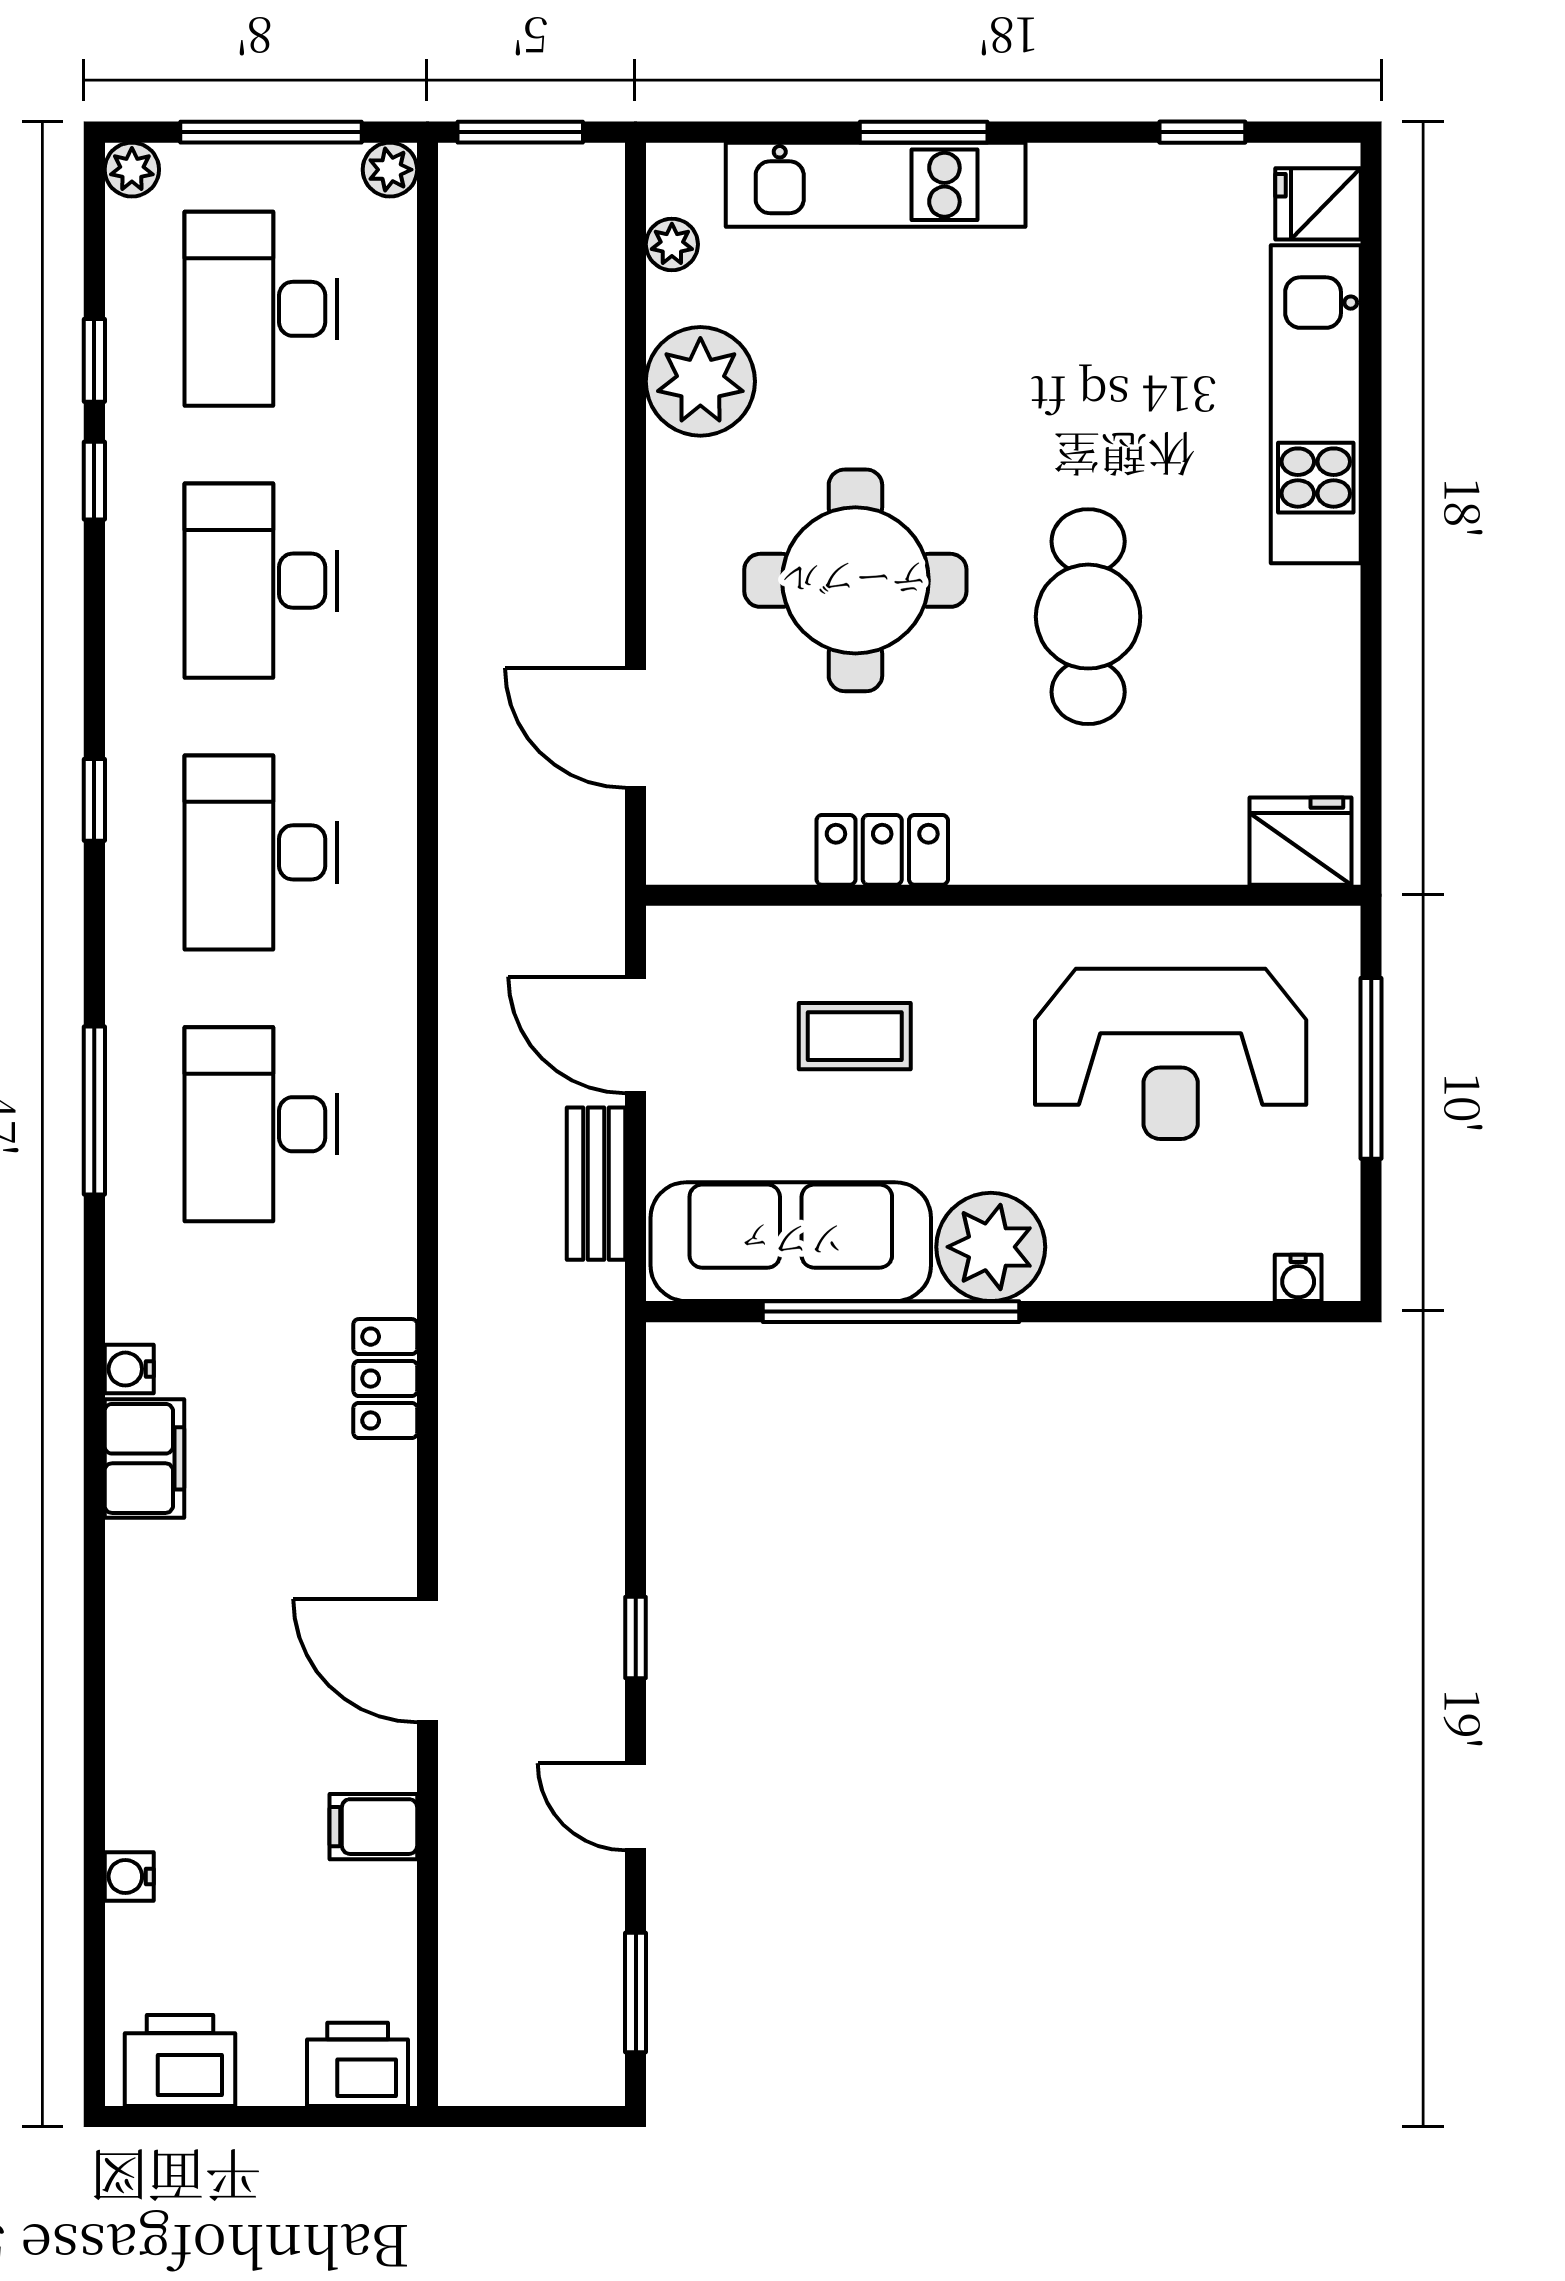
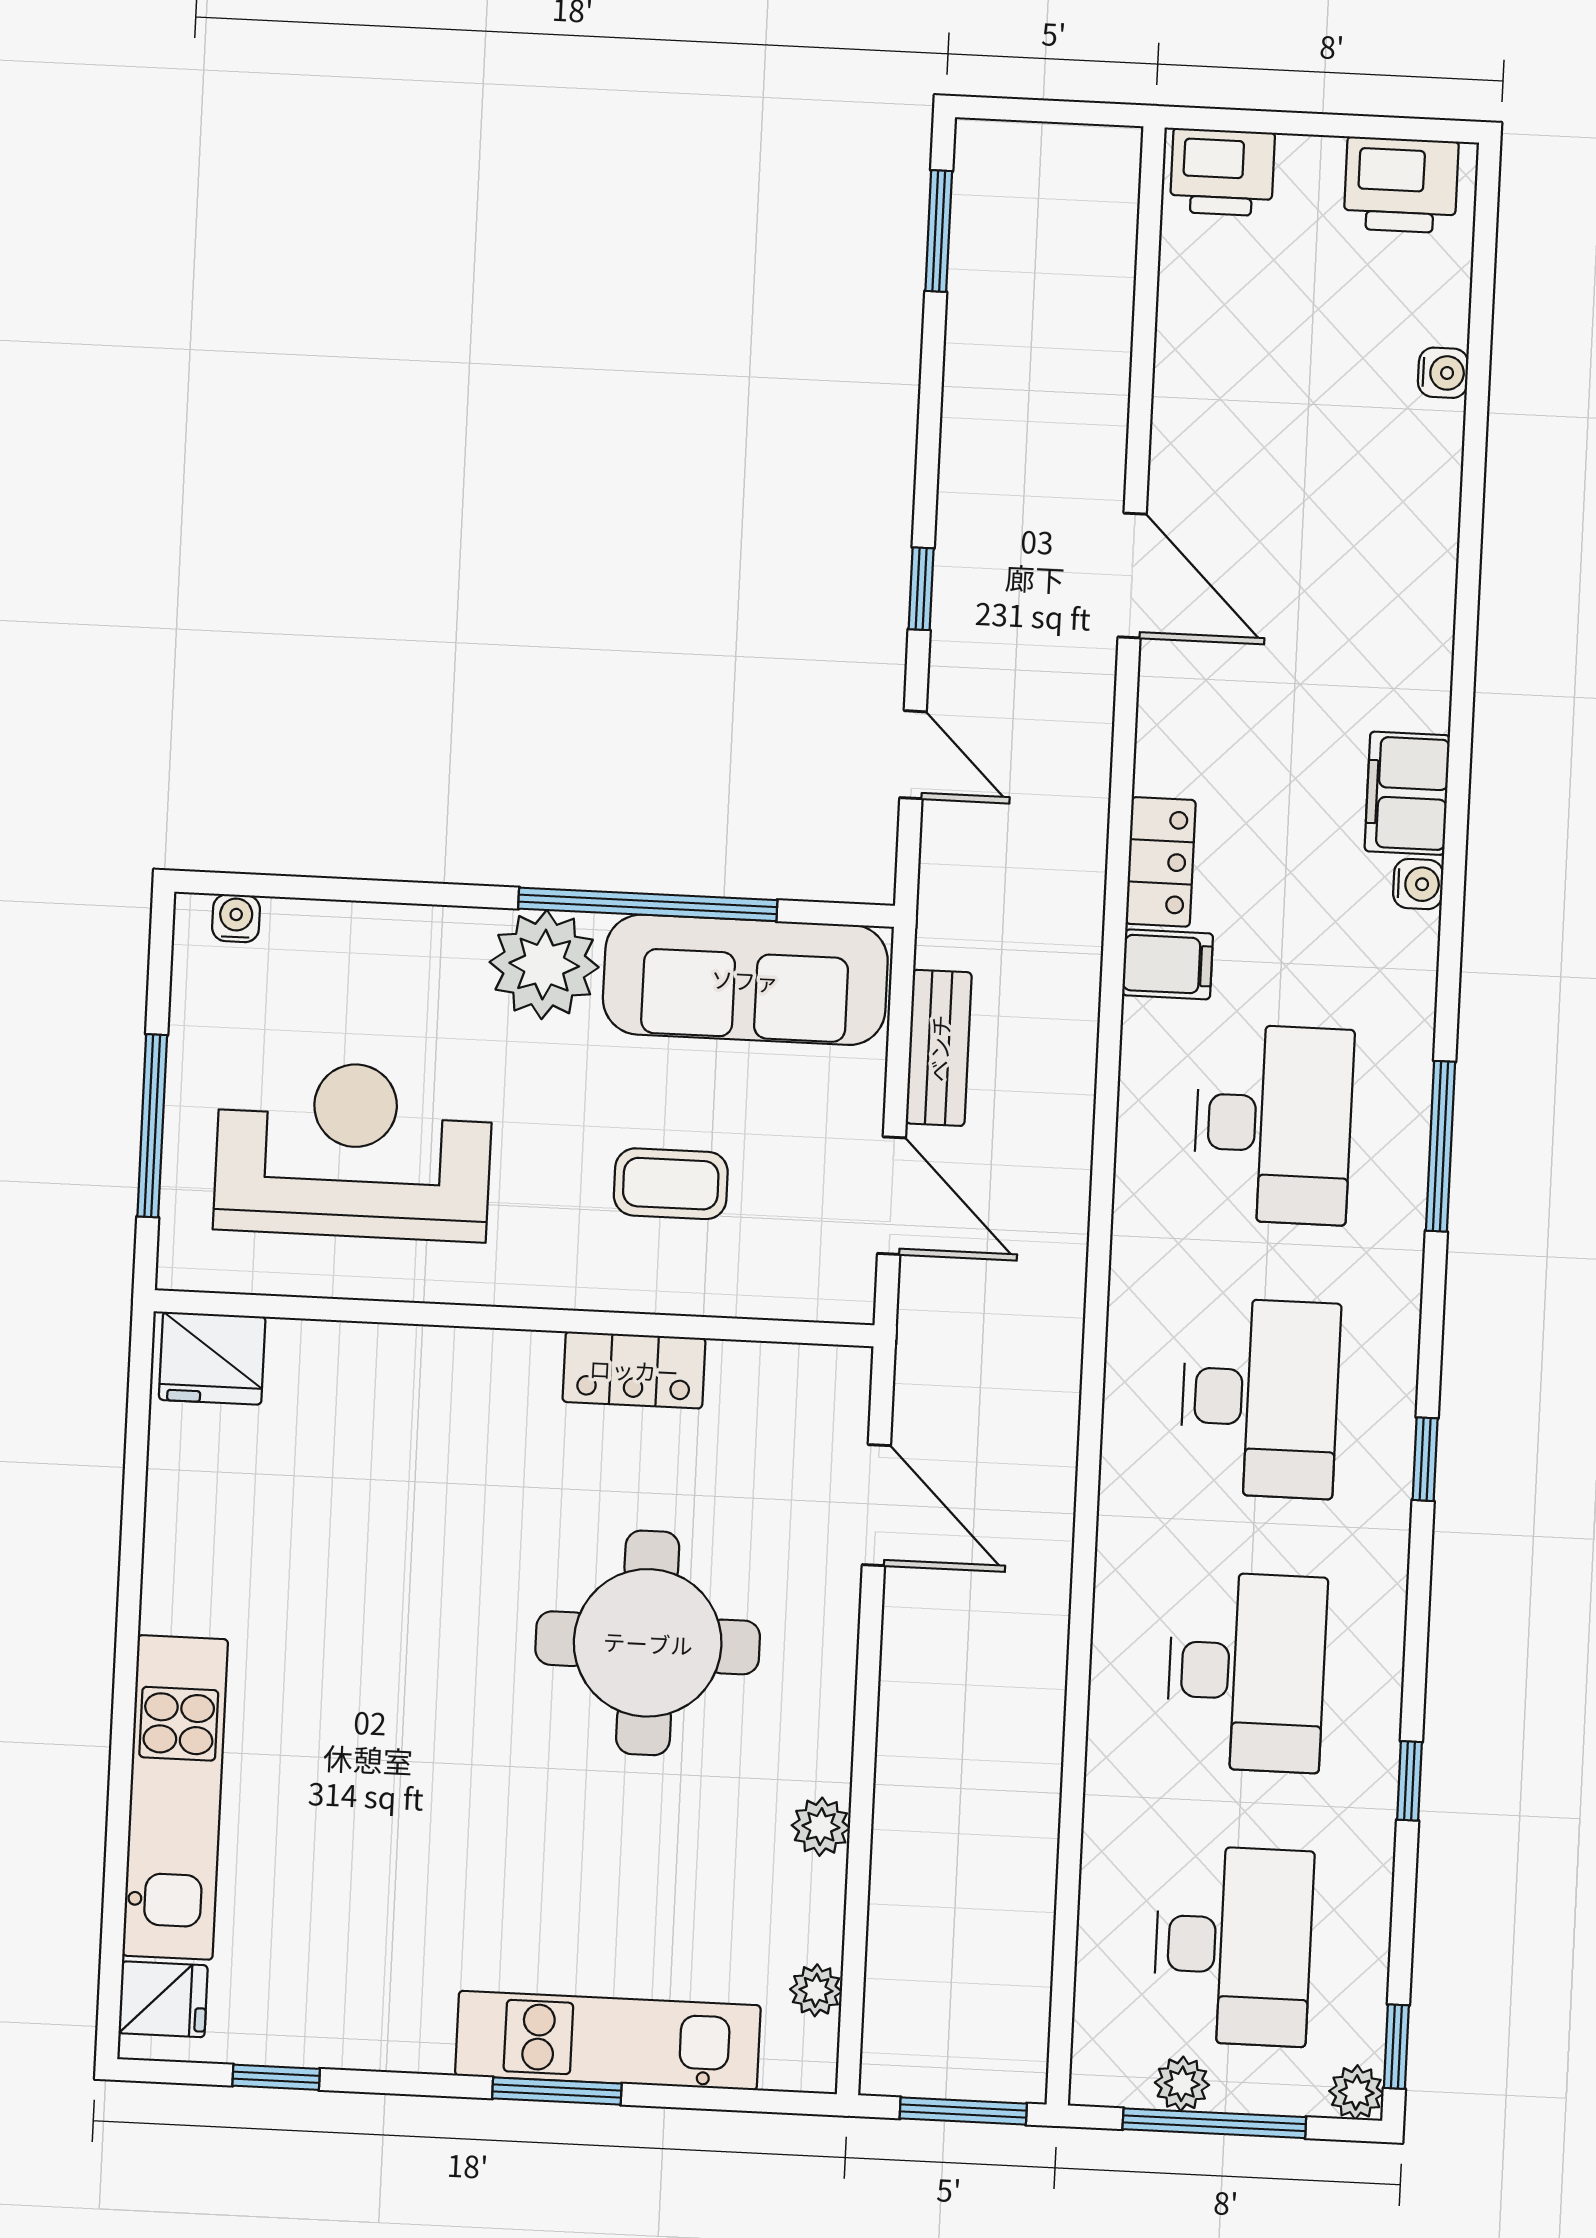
plant: (390, 170) -> (1182, 2084), moved
window: (94, 360) -> (1396, 2047), moved
plant: (700, 381) -> (821, 1827), width x0.53, depth x0.53
cafe table: (1088, 617) -> (415, 1595), removed
door: (636, 1807) -> (913, 755), moved
filing cabinet: (373, 1827) -> (1168, 964), moved

